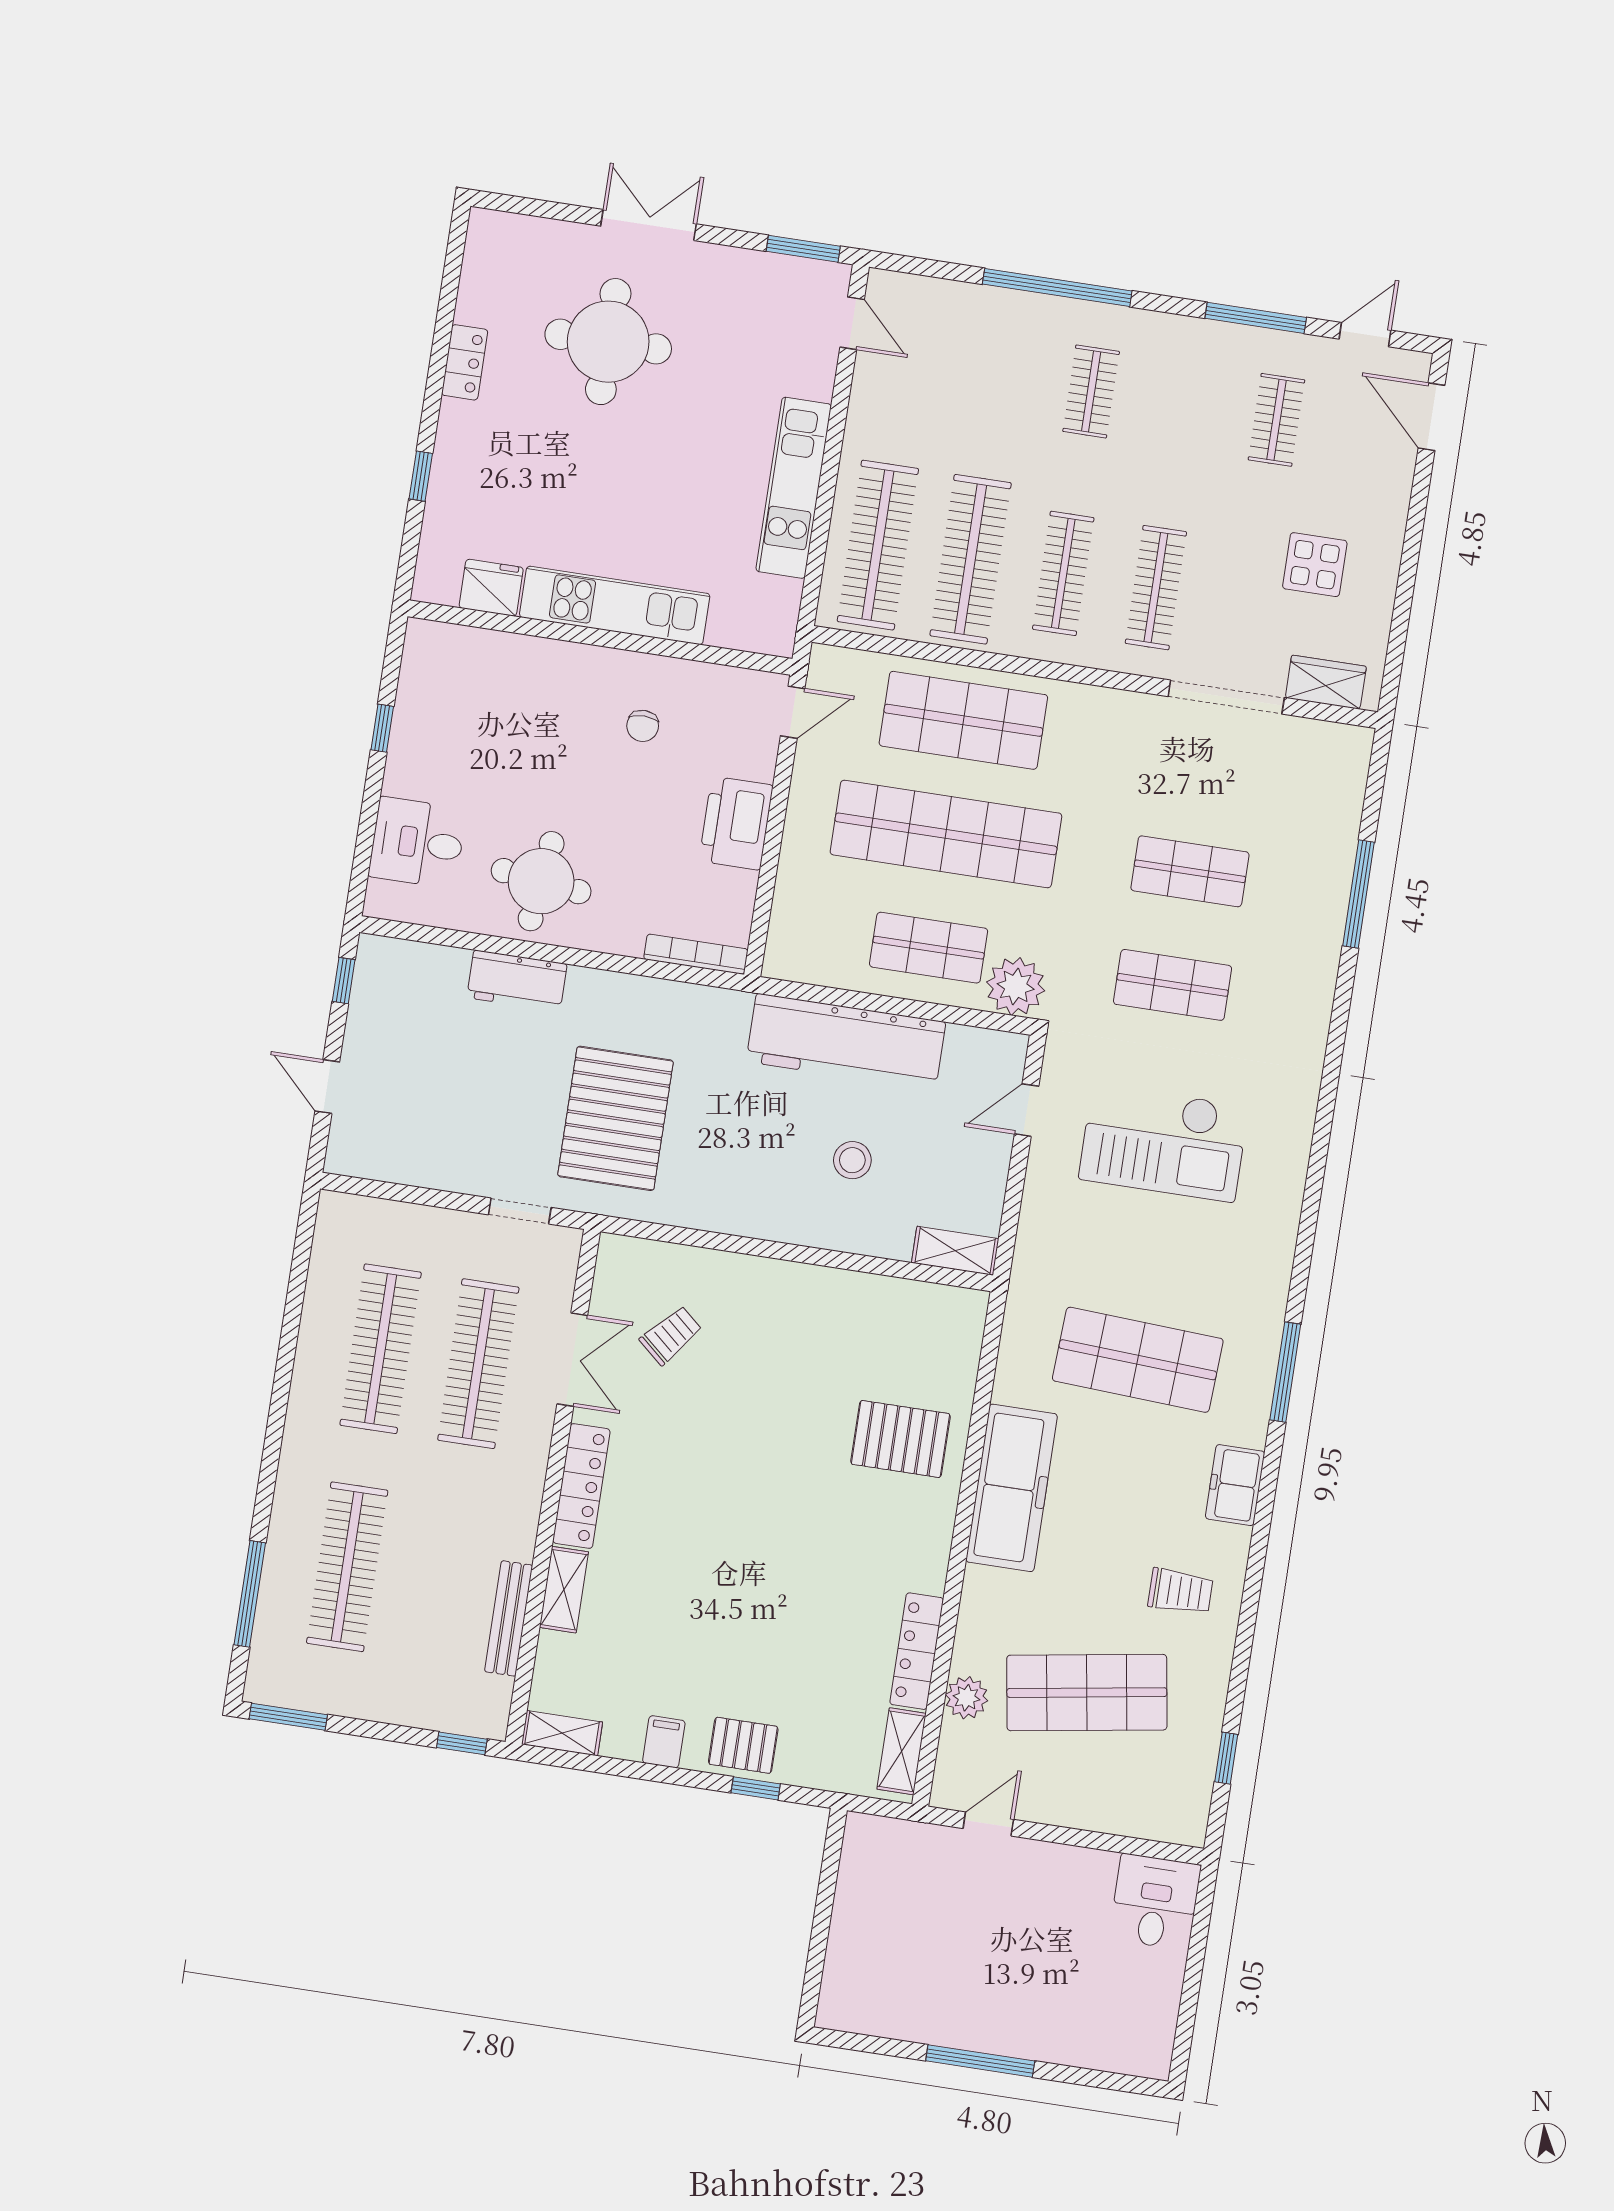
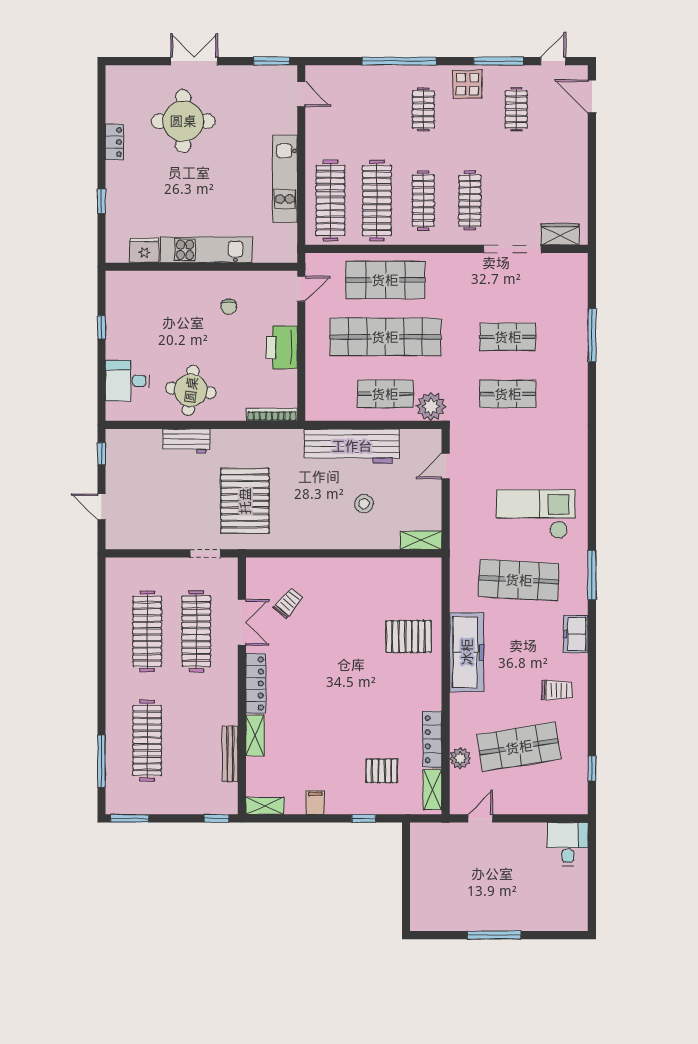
display table: (1315, 565) -> (468, 84), moved
checkout: (1164, 1142) -> (536, 514), moved, turned 180
pallet: (743, 1745) -> (382, 771), moved

